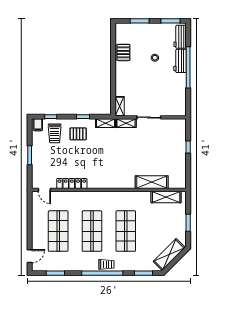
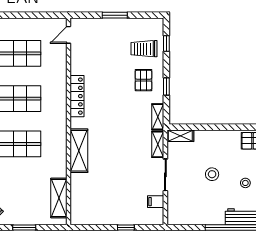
stool: (148, 83) -> (212, 174), added
filing cabinet: (38, 125) -> (156, 202), moved
shelving: (152, 182) -> (79, 151), moved
locker: (72, 183) -> (77, 96), moved

